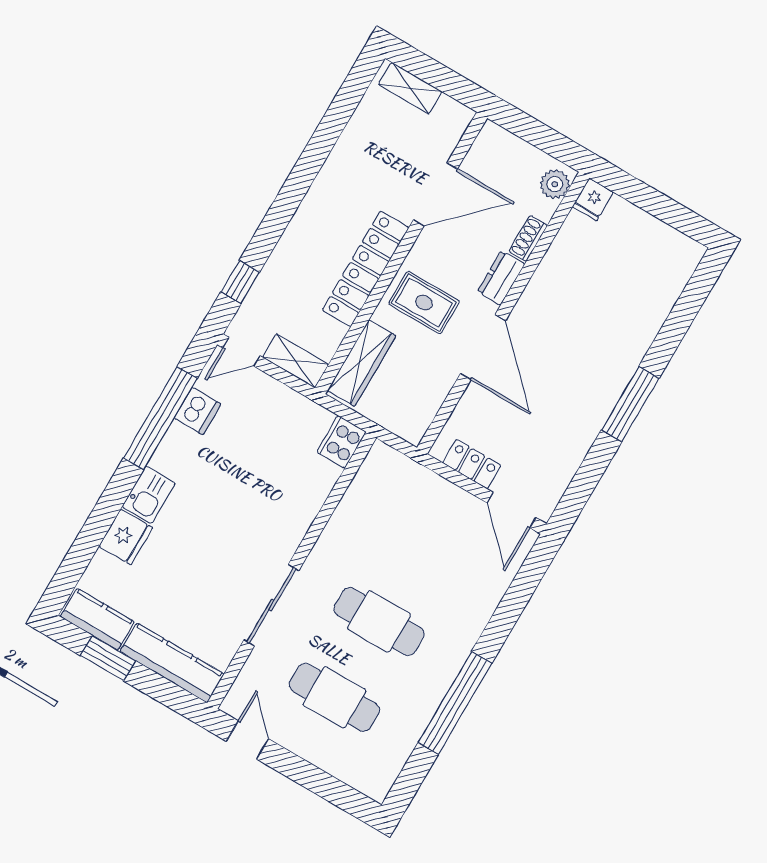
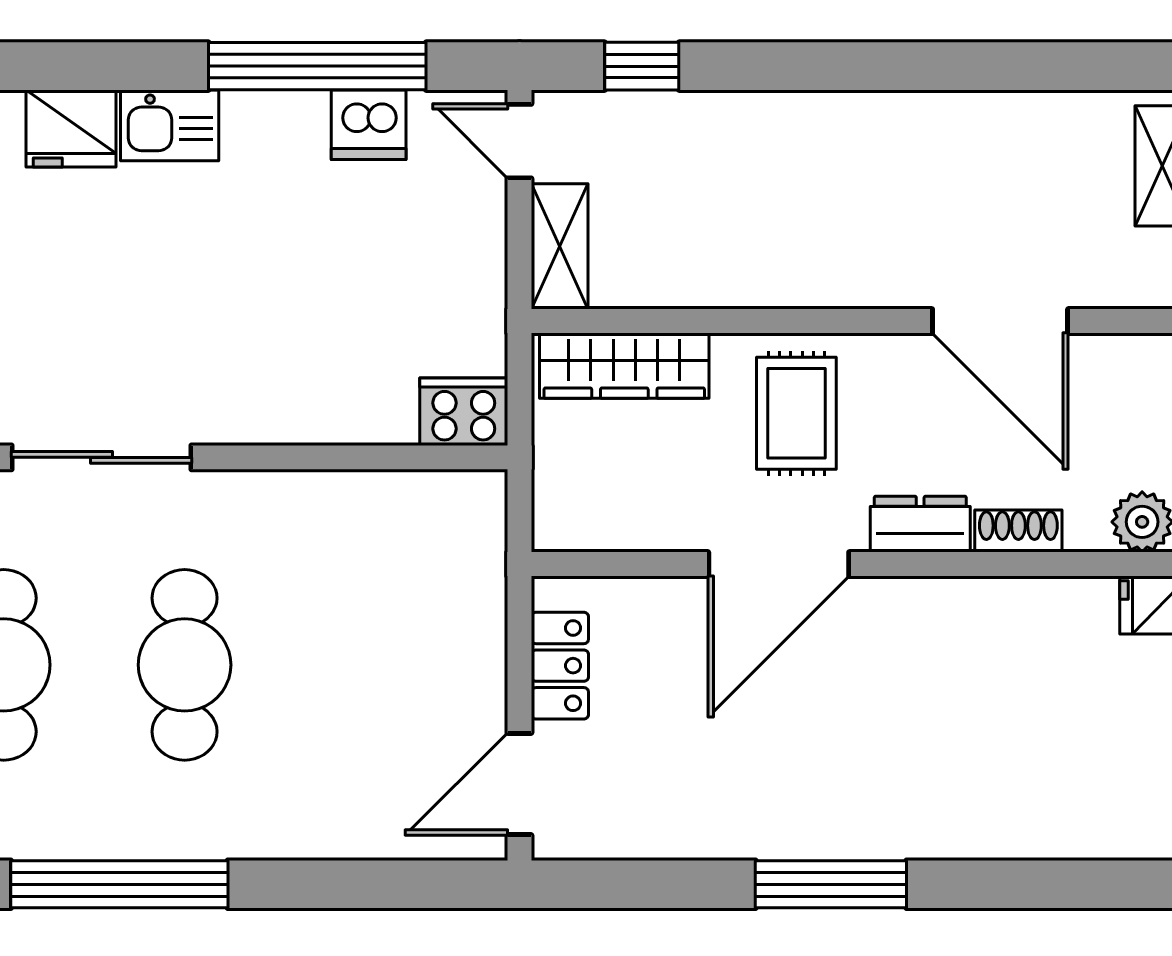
locker: (366, 269) -> (795, 275), removed

